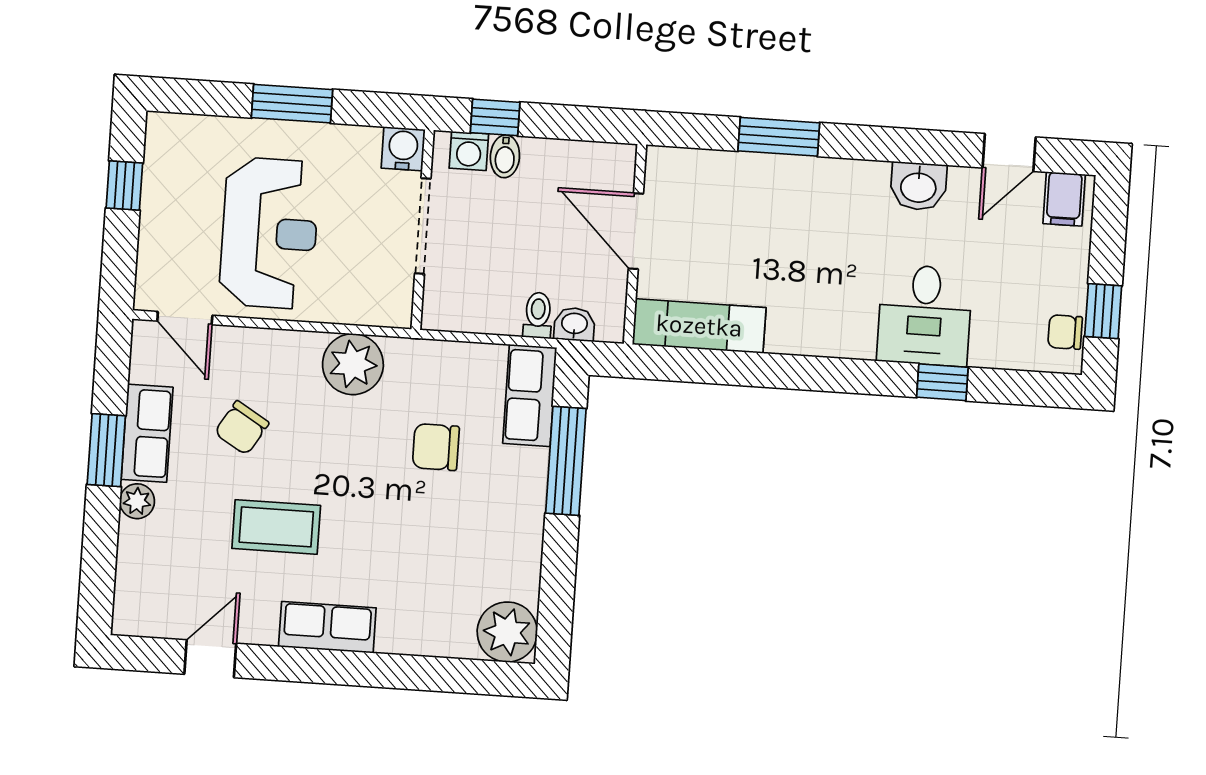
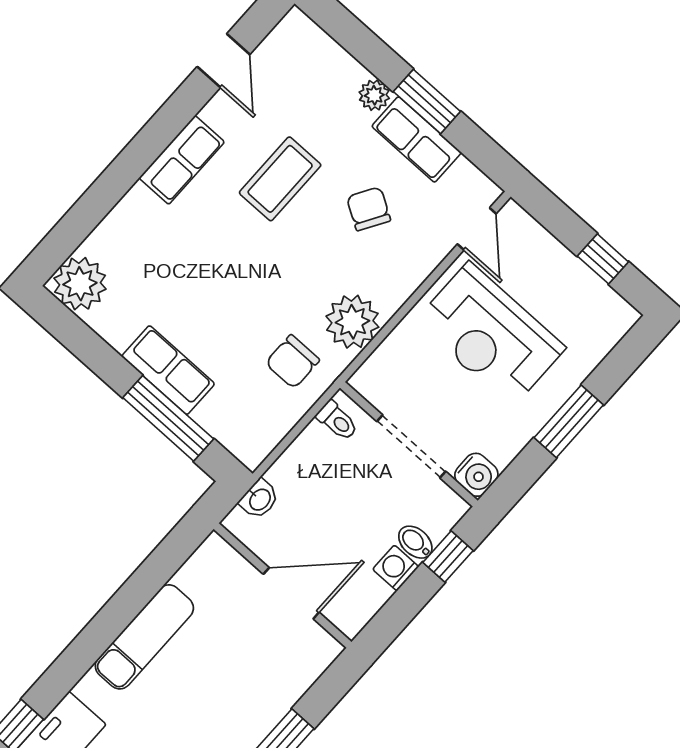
washing machine: (469, 151) -> (396, 568), moved
toilet: (538, 315) -> (337, 421), moved
door: (185, 318) -> (477, 229), swing flipped
exam couch: (699, 326) -> (144, 637), moved
row of seats: (530, 395) -> (168, 370), moved
chair: (436, 447) -> (292, 362), moved, turned 180

